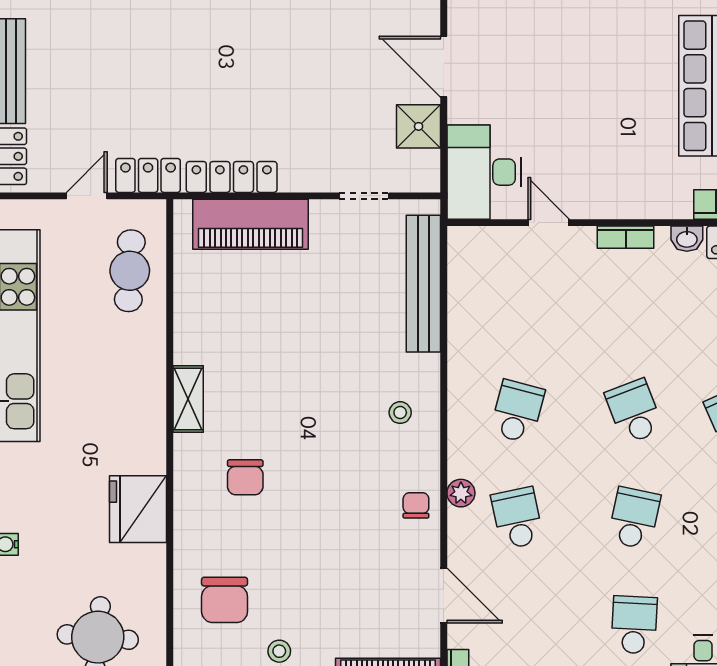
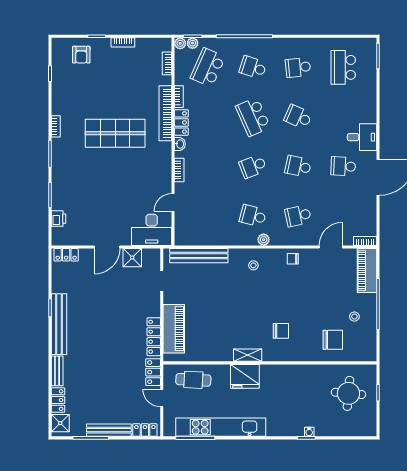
plant: (461, 493) -> (264, 240), moved
fridge: (138, 509) -> (245, 376), moved

